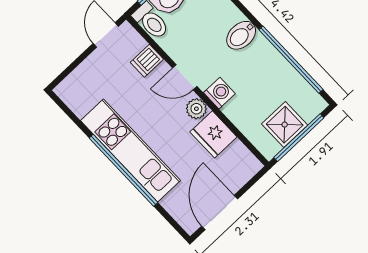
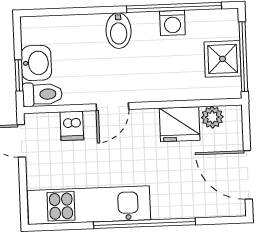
washing machine: (219, 93) -> (172, 23), moved, turned 180
plant: (196, 109) -> (212, 117), moved
kitchen unit: (131, 151) -> (89, 205), moved

